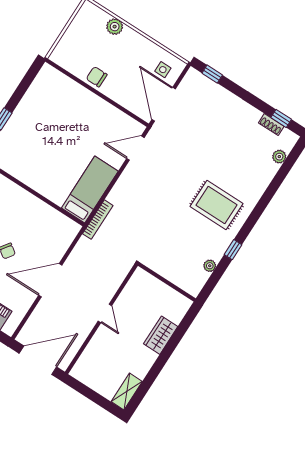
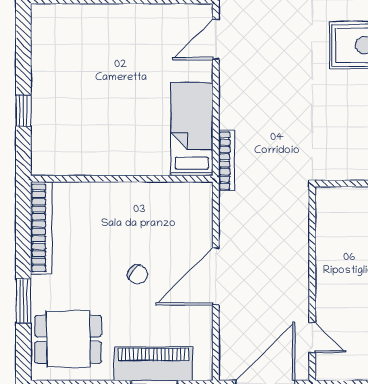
door: (105, 313) -> (312, 338), moved

